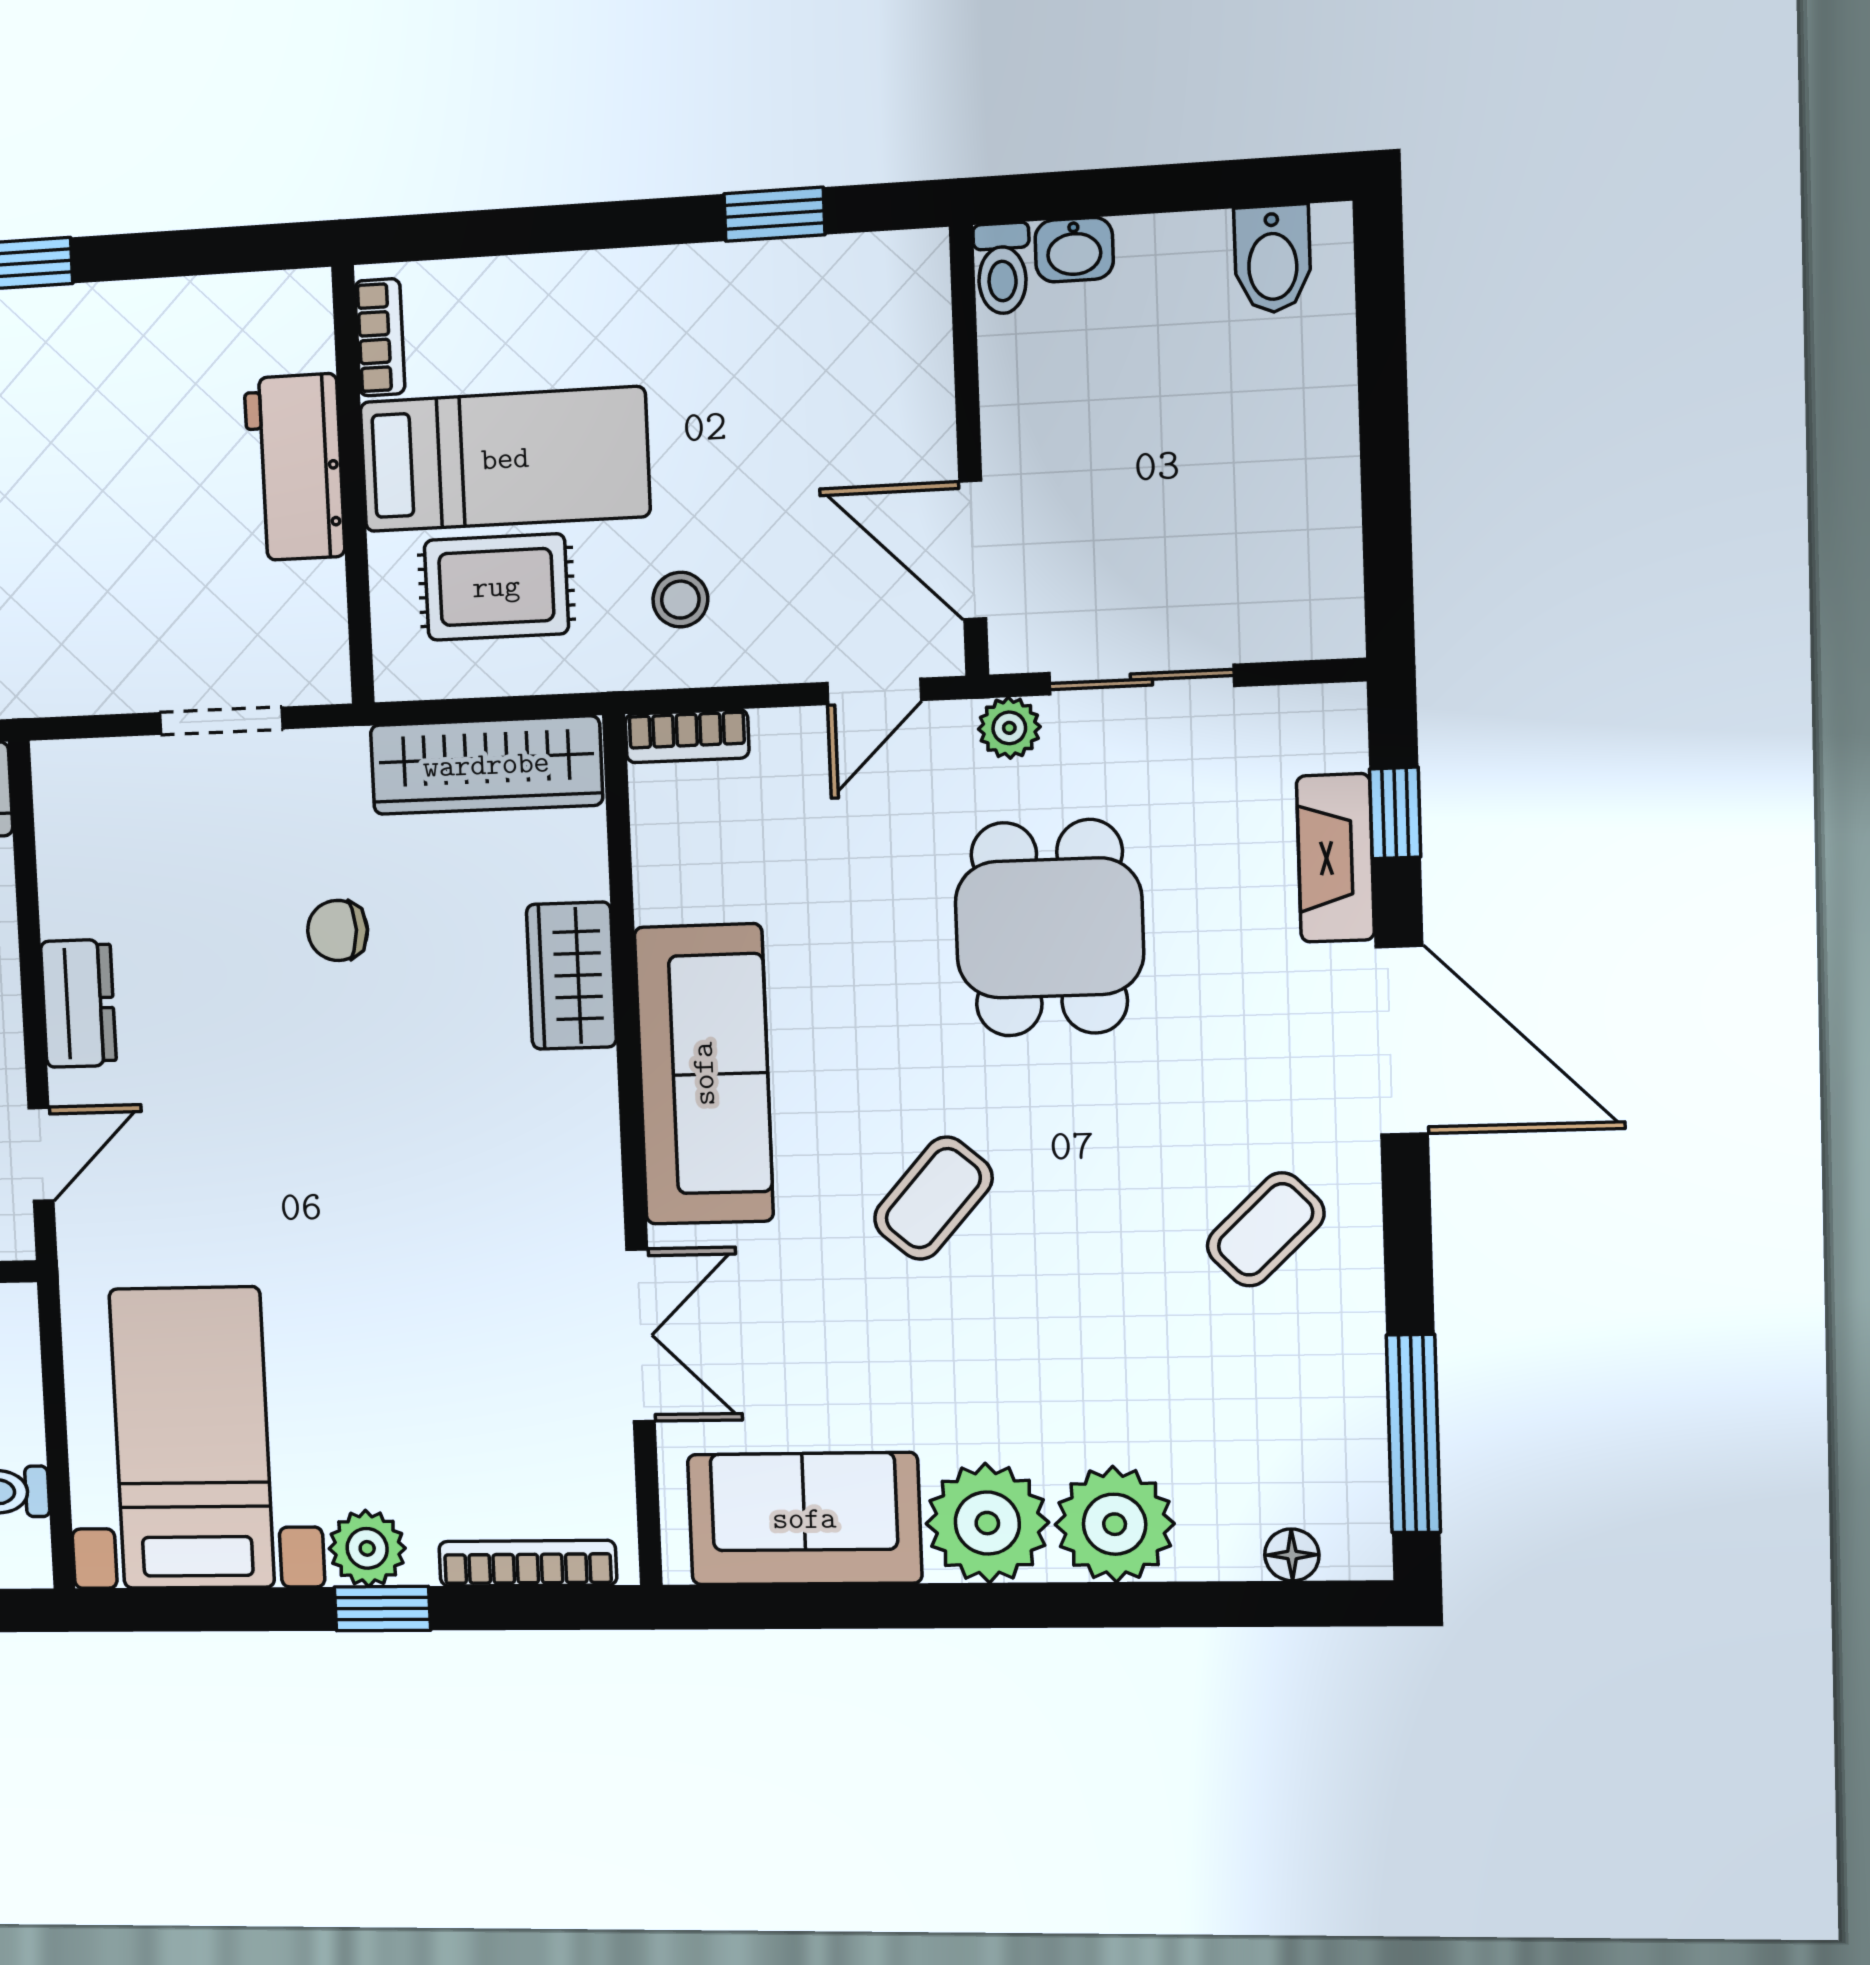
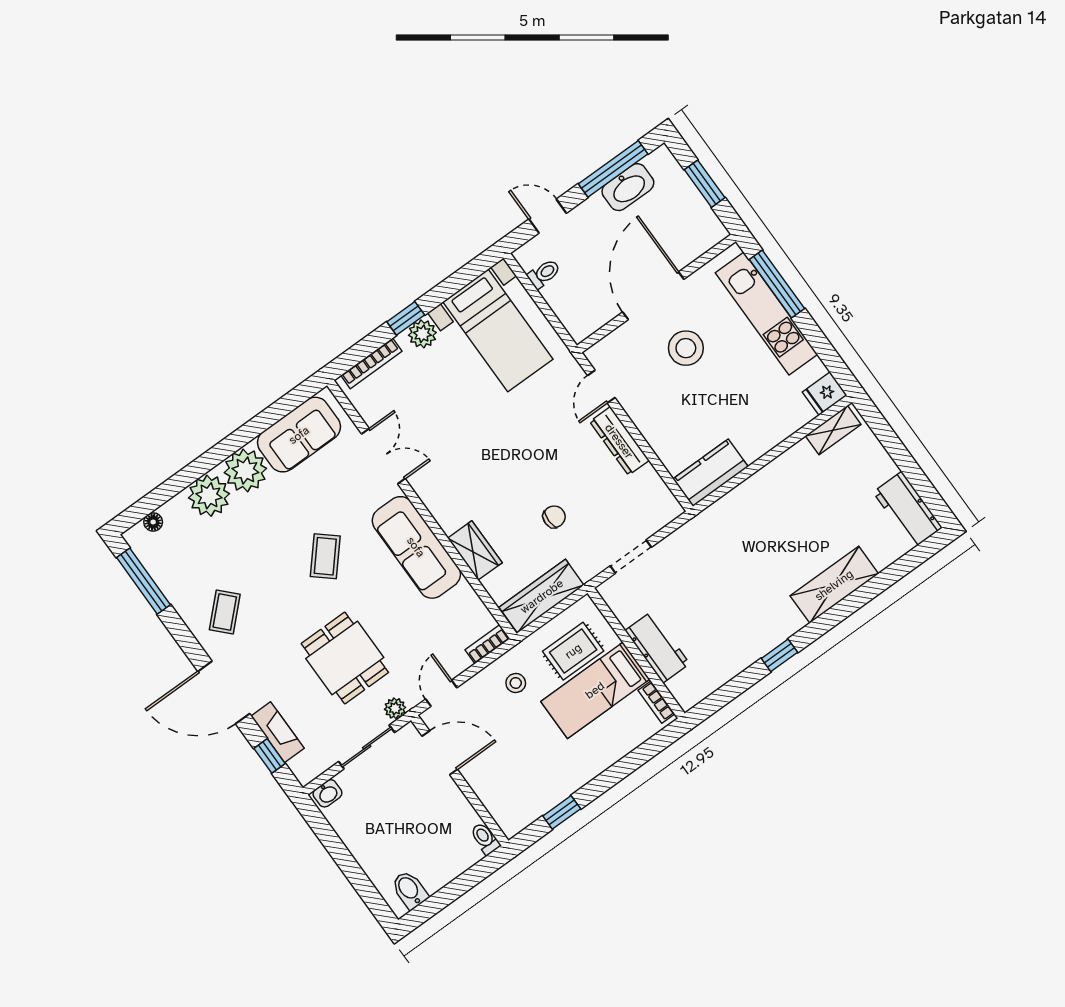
washbasin: (1074, 250) -> (327, 793), moved, turned 180
dresser: (78, 1003) -> (619, 441), width x1.44
double door: (640, 1335) -> (383, 456), swing flipped

